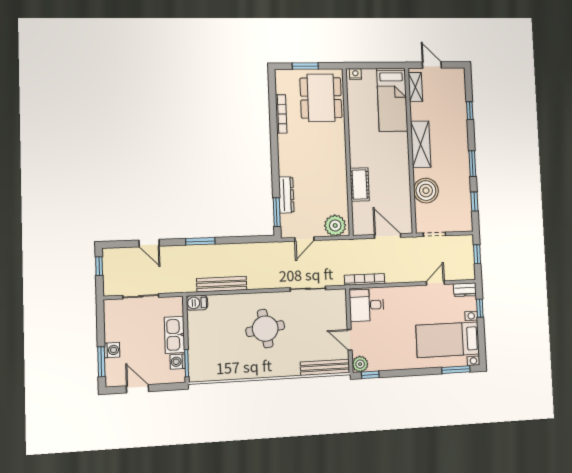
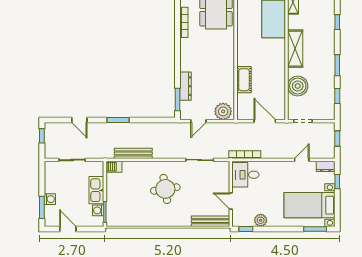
plant: (360, 364) -> (261, 220), moved

